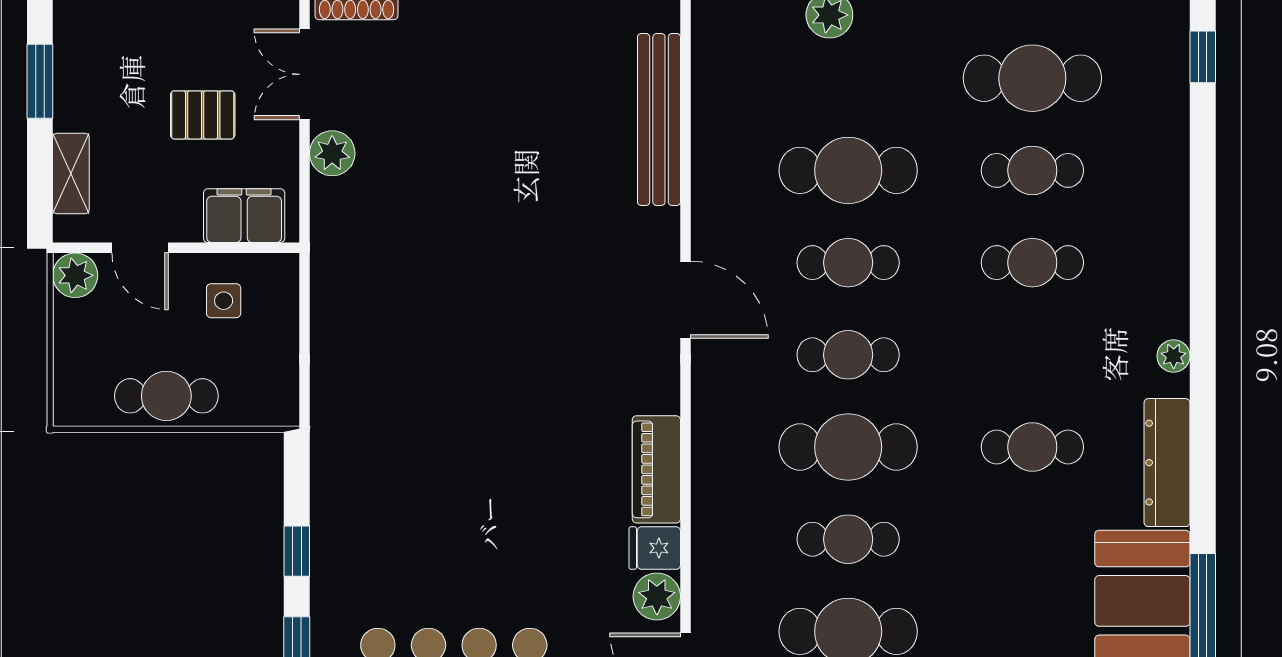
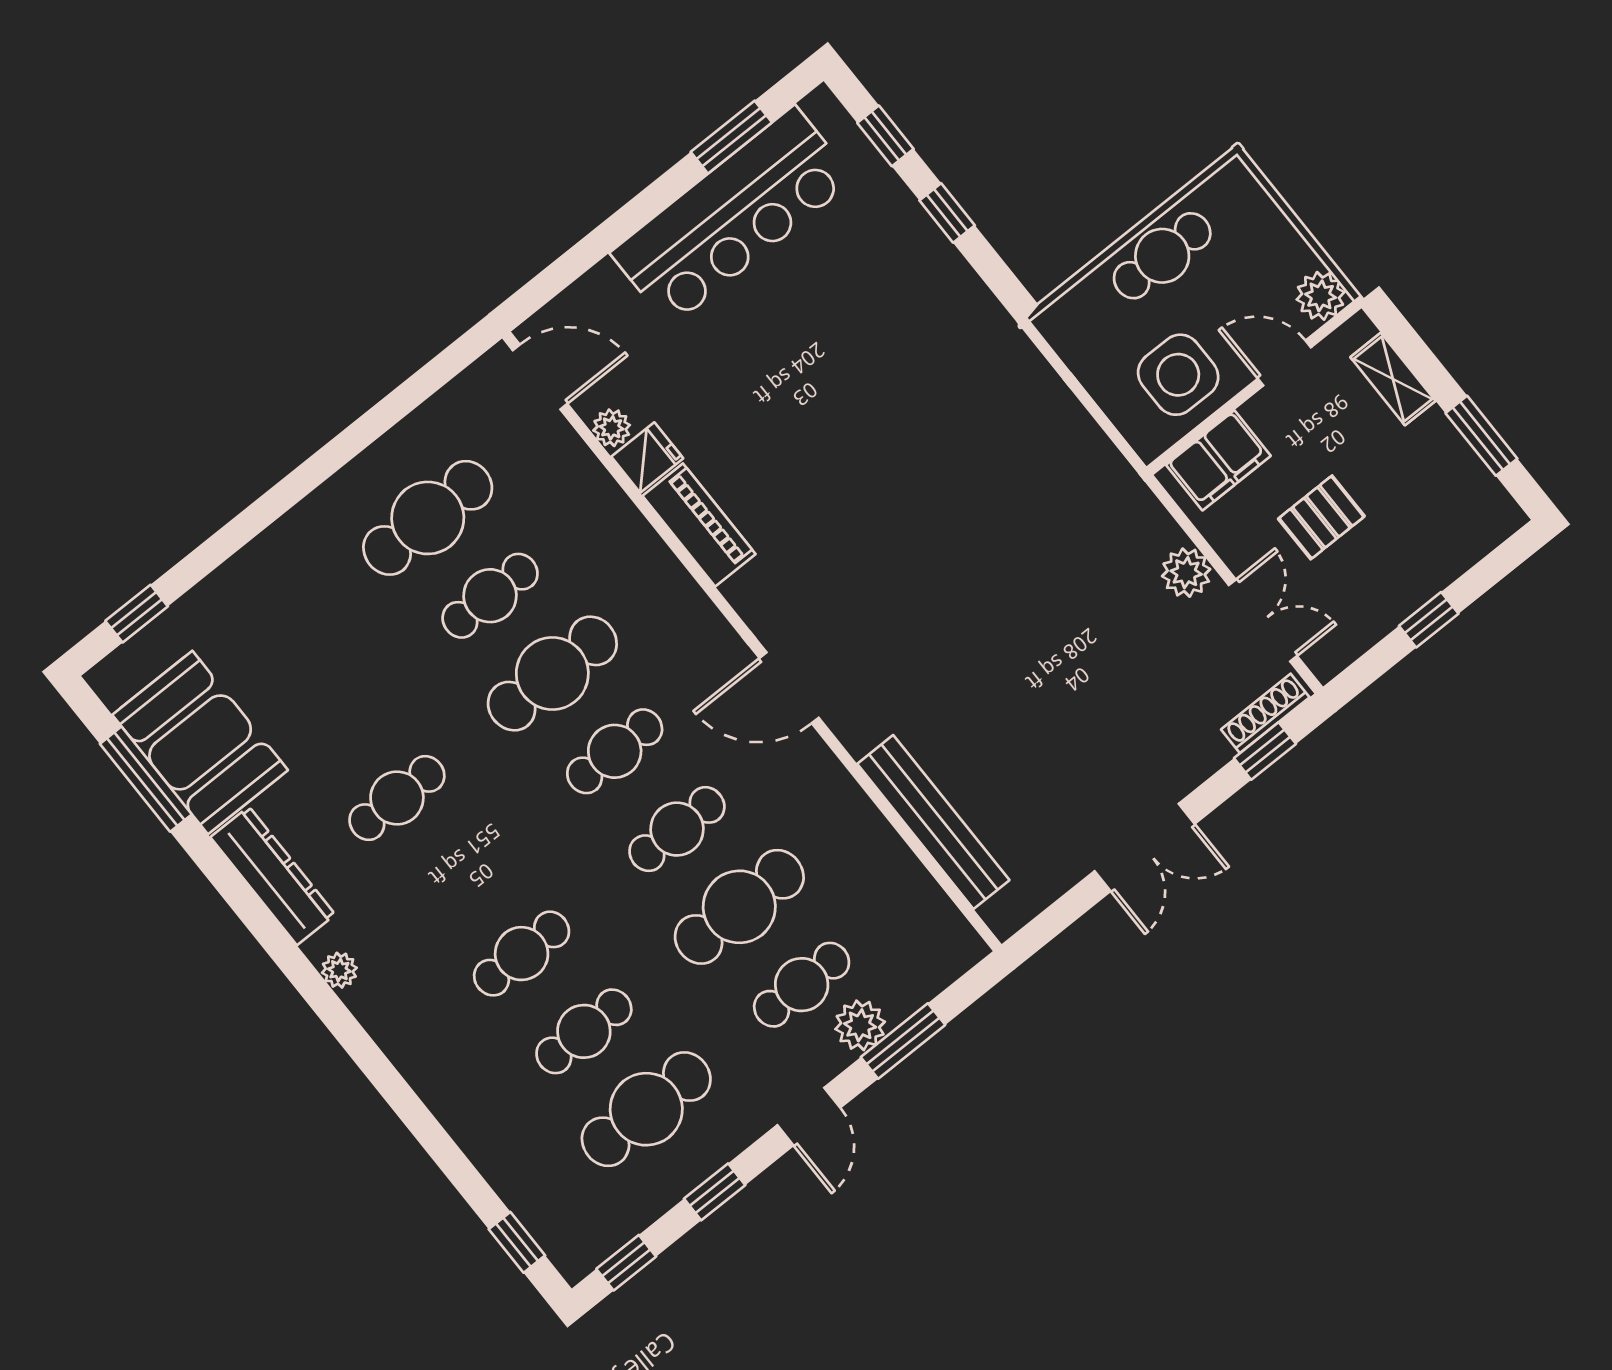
cafe table: (848, 78) -> (802, 985), added
side table: (224, 301) -> (1178, 375), width x1.87, depth x1.87
plant: (657, 597) -> (612, 428), width x0.73, depth x0.73

